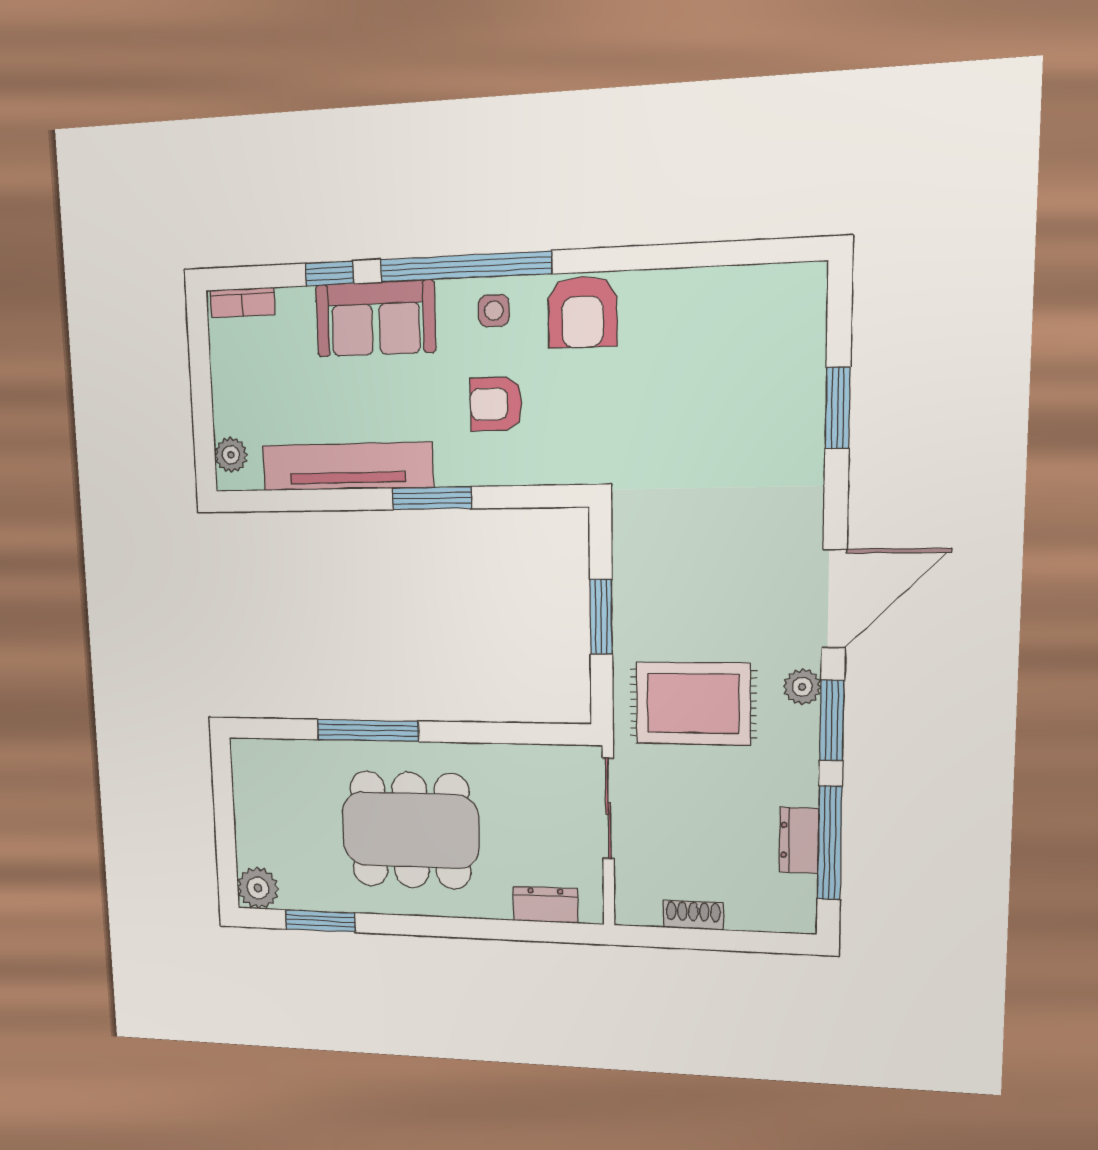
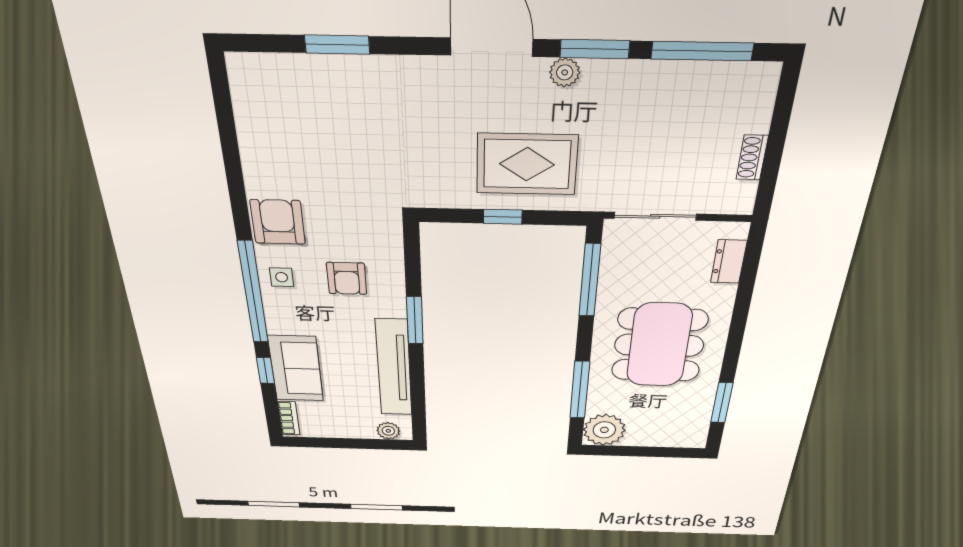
armchair: (582, 312) -> (278, 222), turned -90
sofa: (376, 318) -> (296, 369), moved
window: (601, 617) -> (503, 217), width x0.67
rug: (693, 704) -> (527, 164), moved, turned 90
window: (368, 730) -> (580, 390), moved
window: (509, 733) -> (590, 280), added
dresser: (799, 840) -> (697, 76), removed
plant: (258, 888) -> (604, 430), moved, width x1.36, depth x1.36

